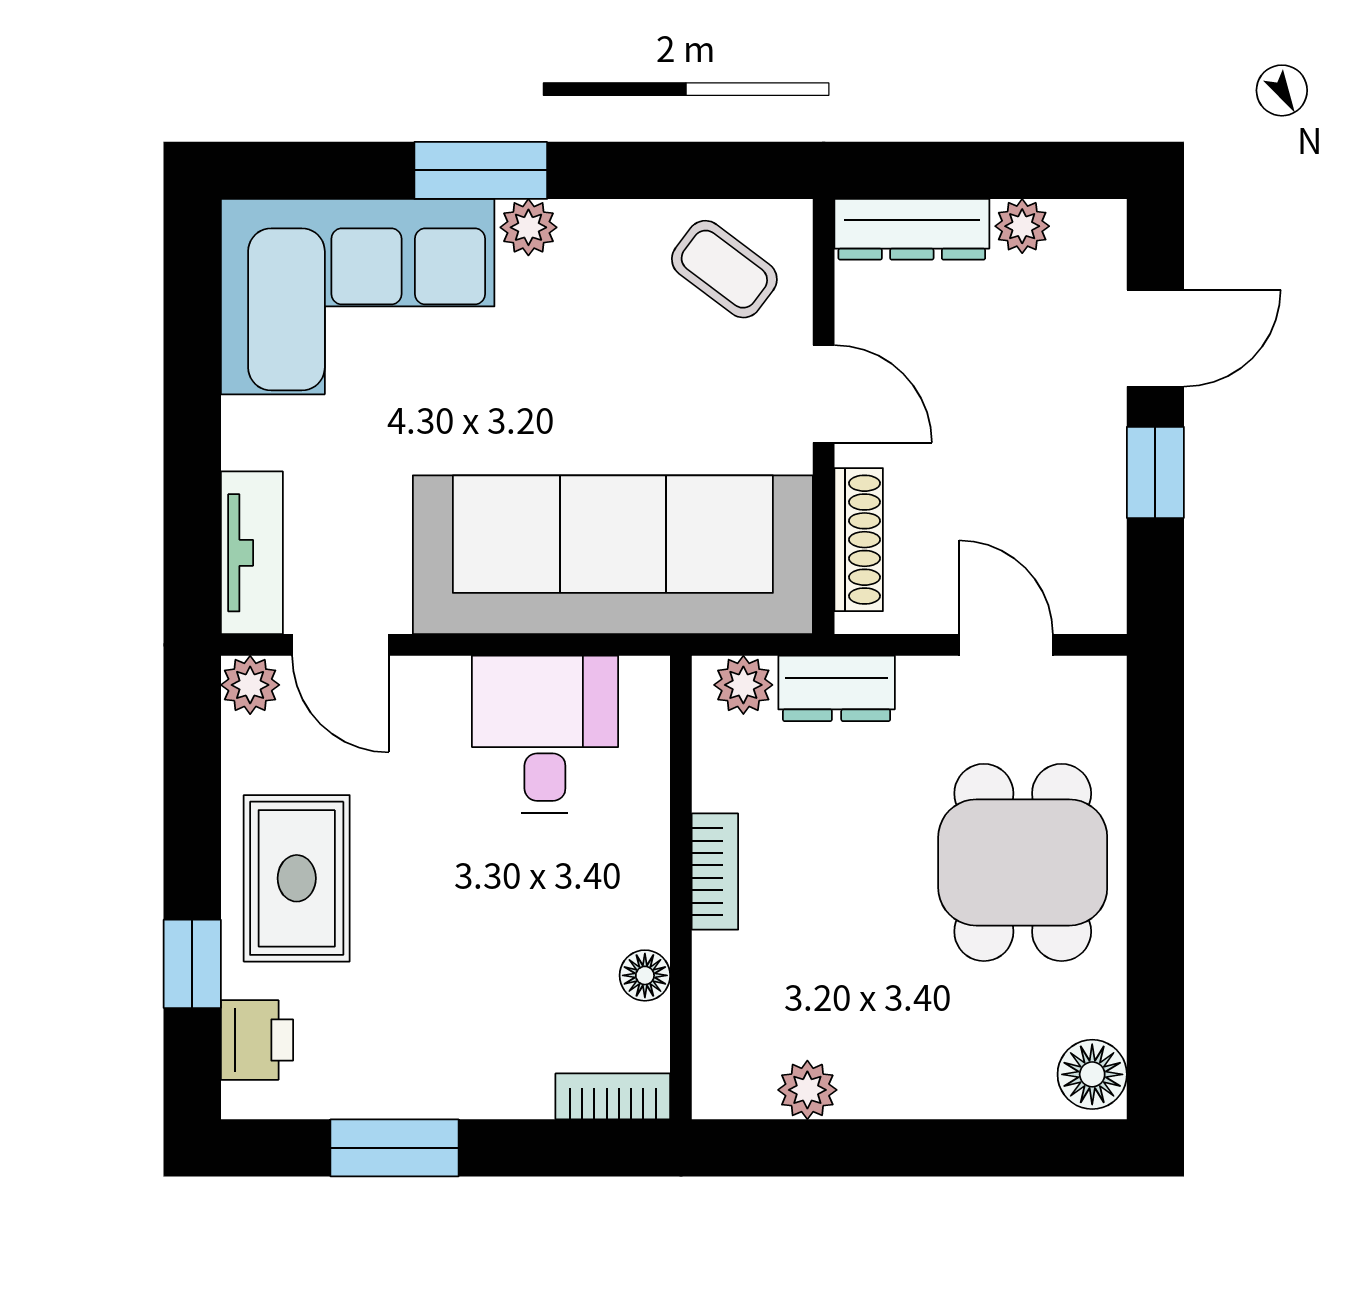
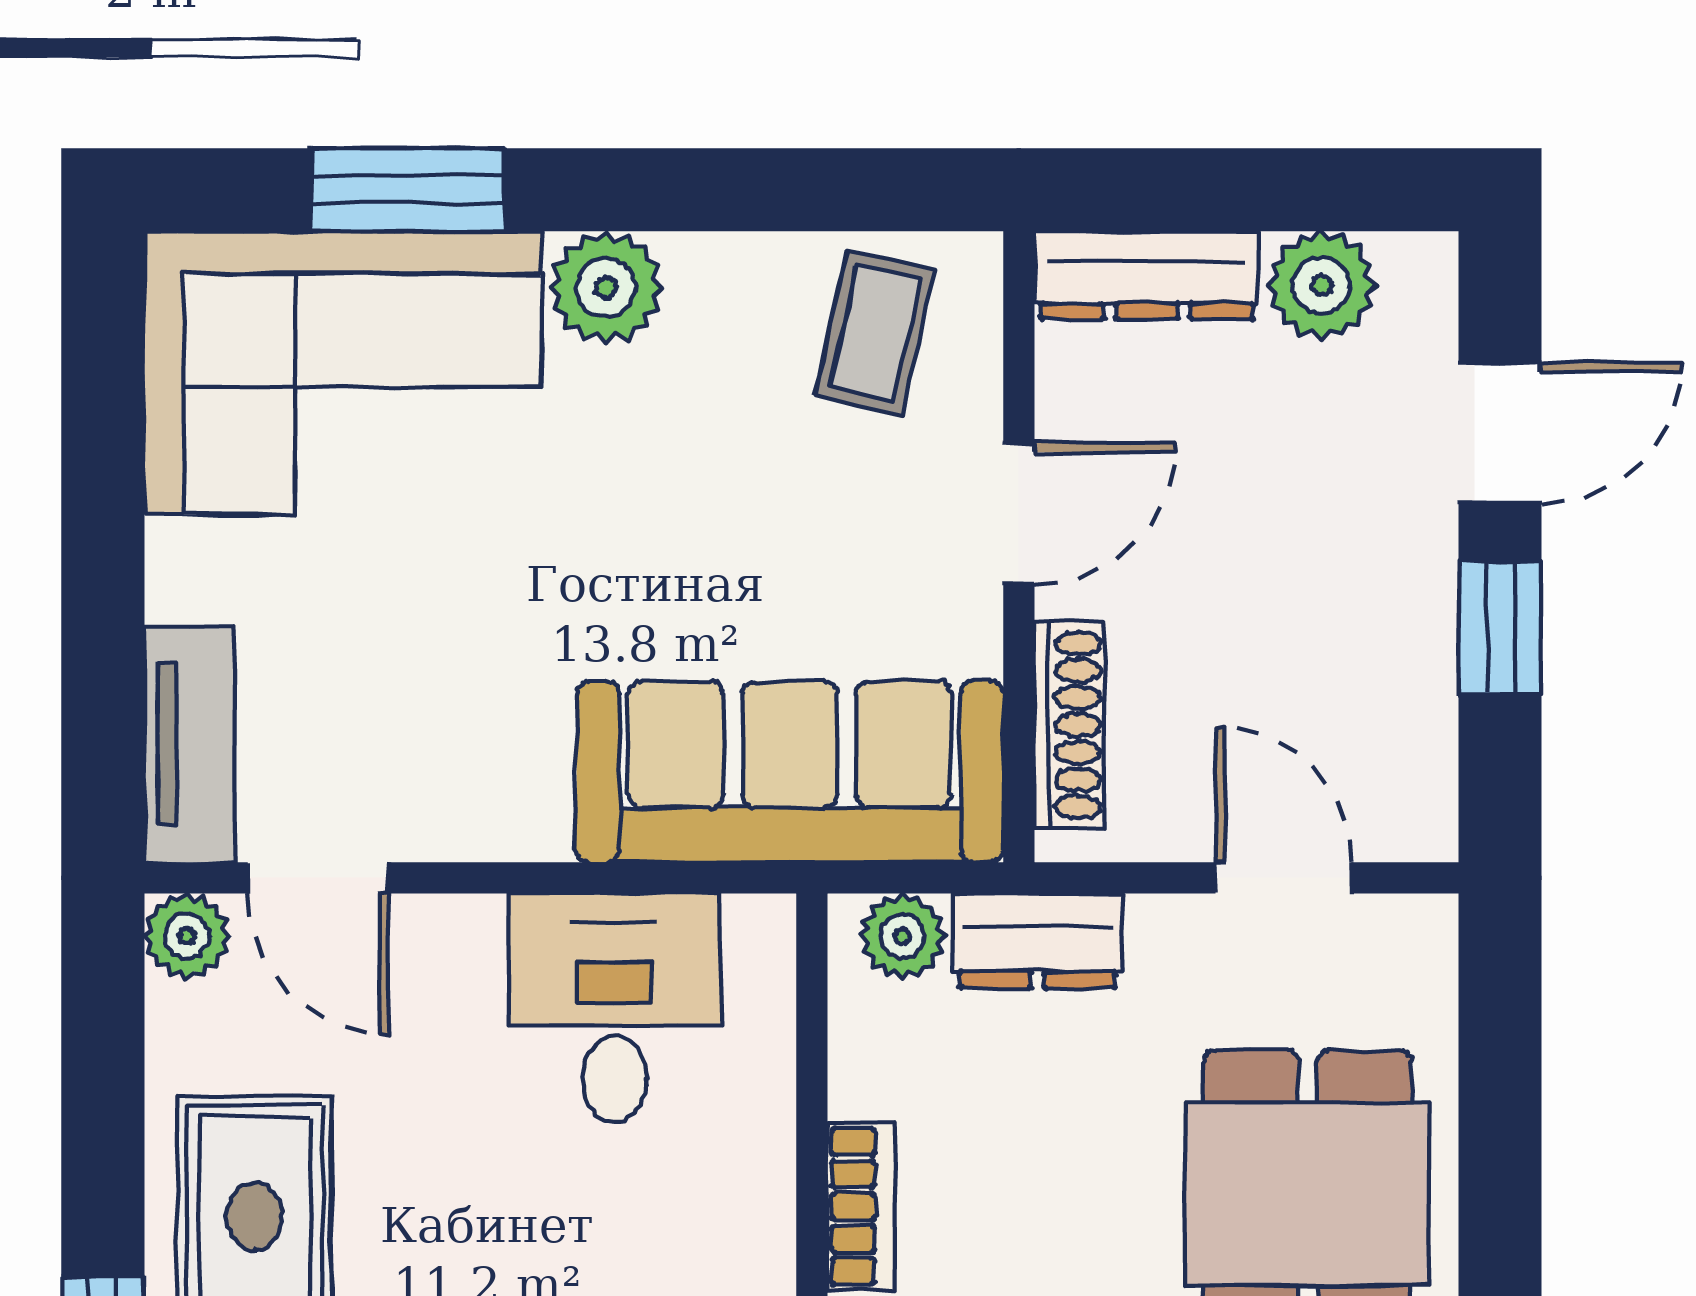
window: (481, 170) -> (408, 190), moved
plant: (1022, 226) -> (1322, 285), width x1.38, depth x1.38
plant: (528, 227) -> (606, 288), width x1.38, depth x1.38
coffee table: (724, 269) -> (875, 333), turned 66
door: (824, 394) -> (1019, 514), hinge flipped
sofa: (613, 555) -> (790, 772), width x0.74, depth x0.79

